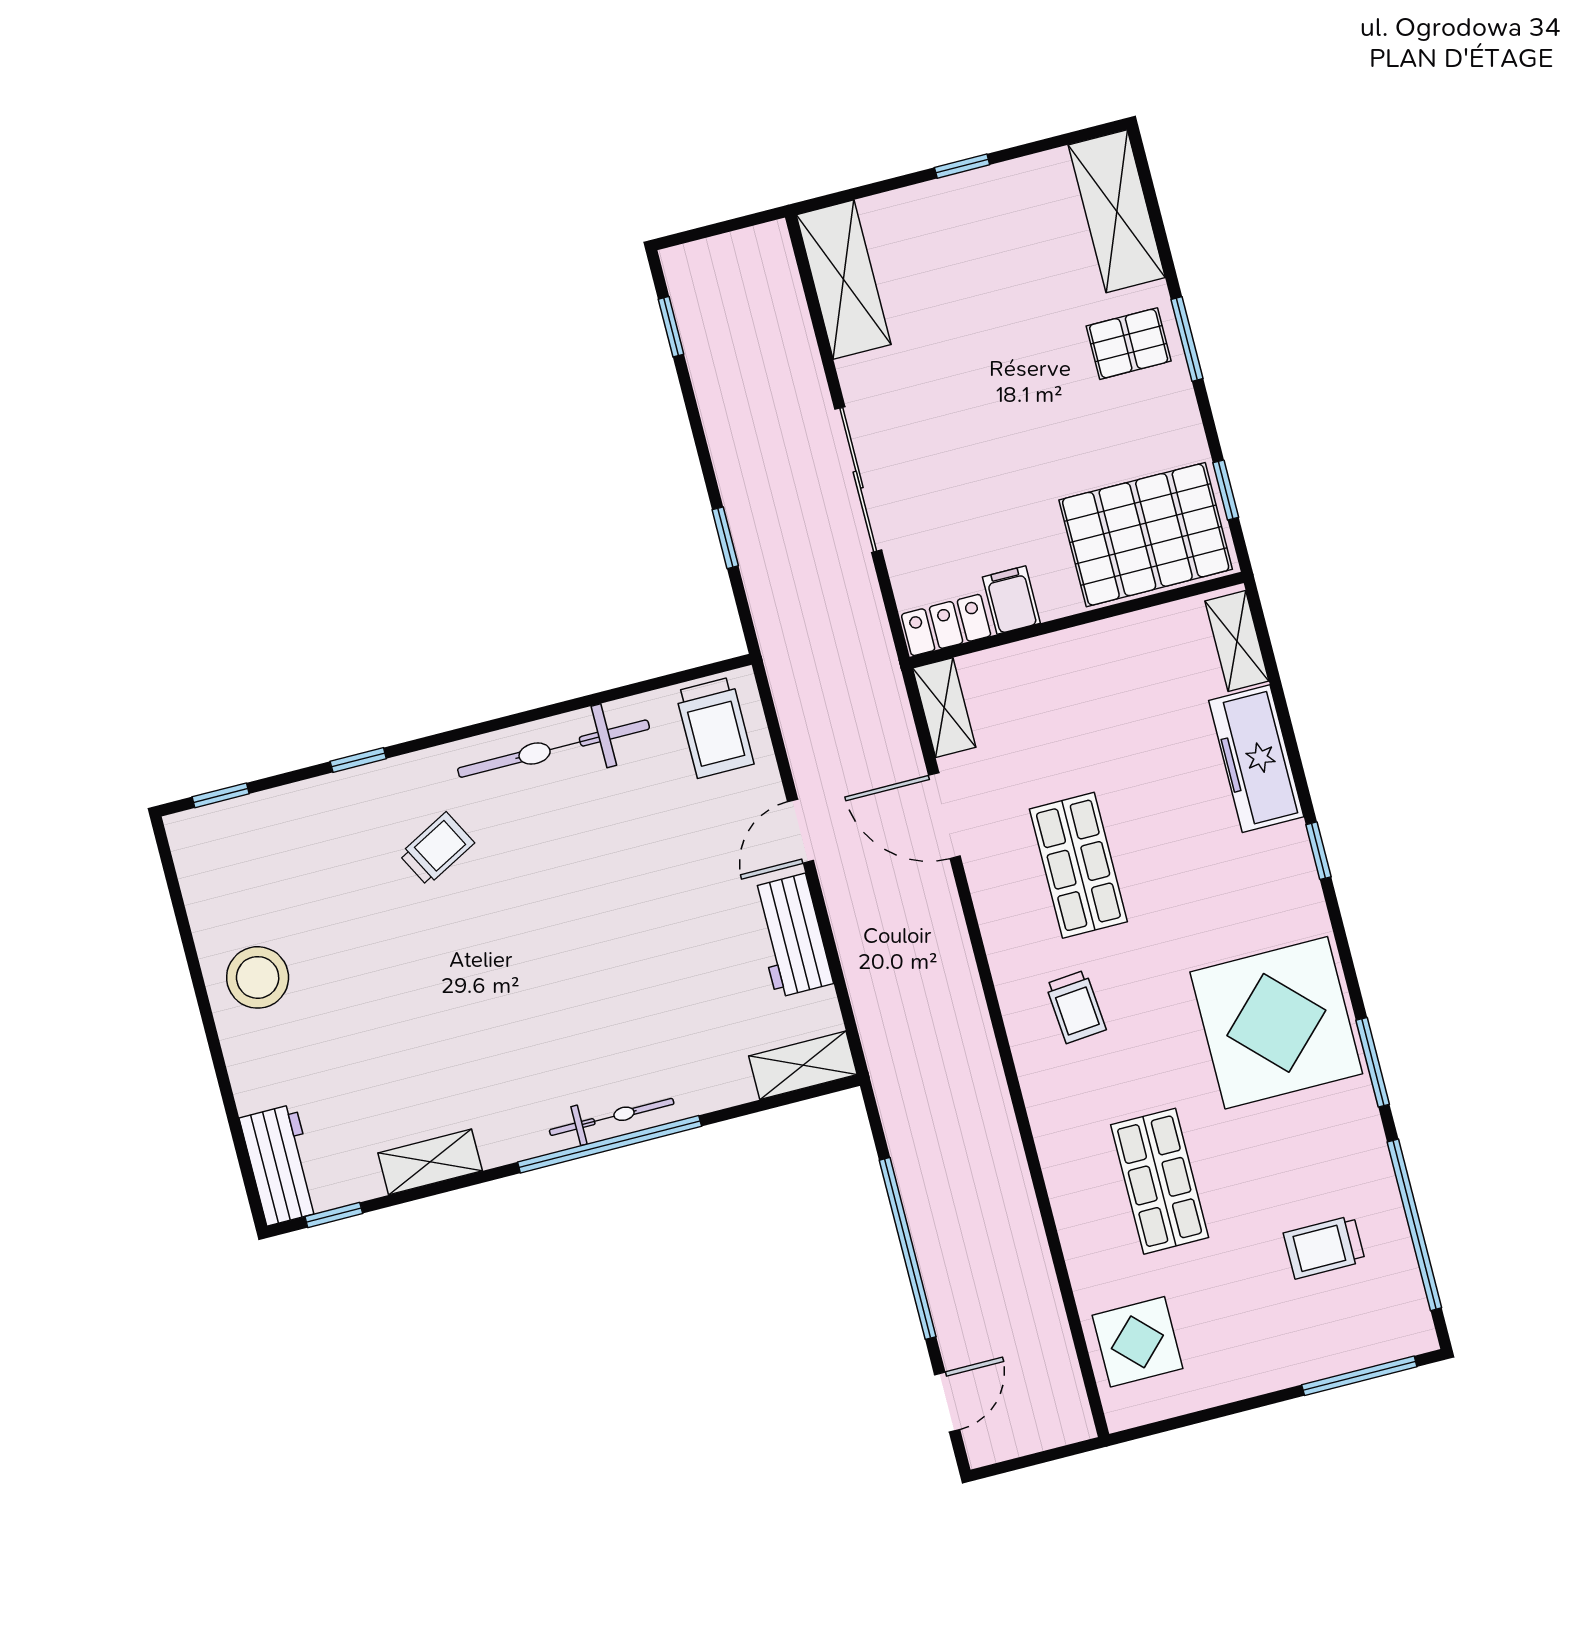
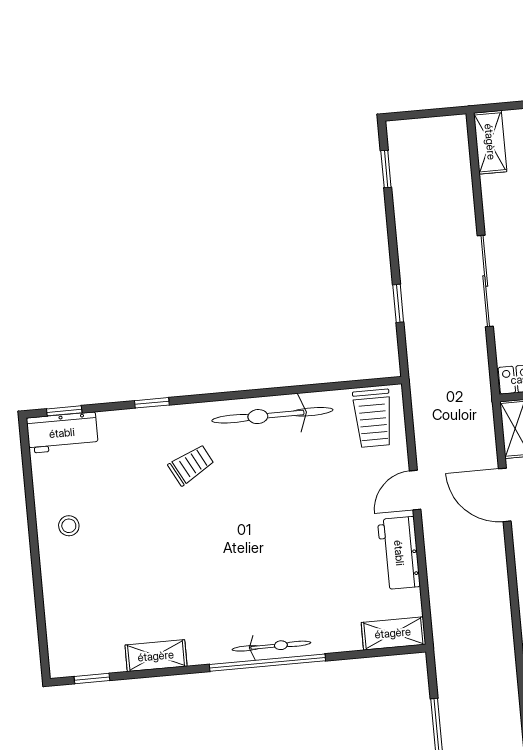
shelving: (844, 280) -> (490, 142), width x0.67, depth x0.75
stool: (258, 977) -> (69, 526), width x0.53, depth x0.53
workbench: (281, 1165) -> (62, 433), moved, turned 90

